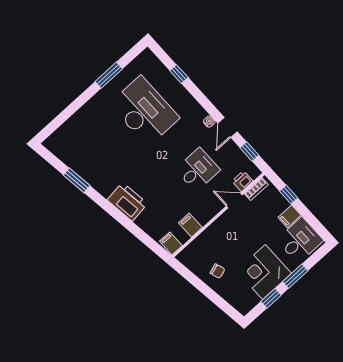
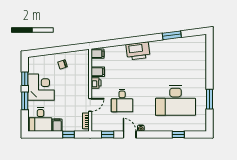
printer: (243, 181) -> (96, 83), moved

